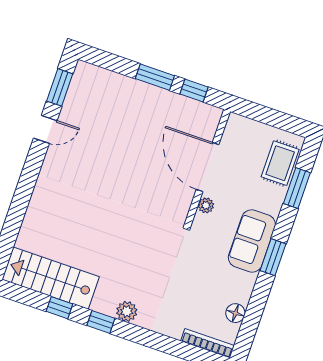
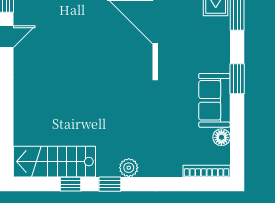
plant: (206, 205) -> (165, 54), removed
sofa: (252, 241) -> (214, 100), moved

